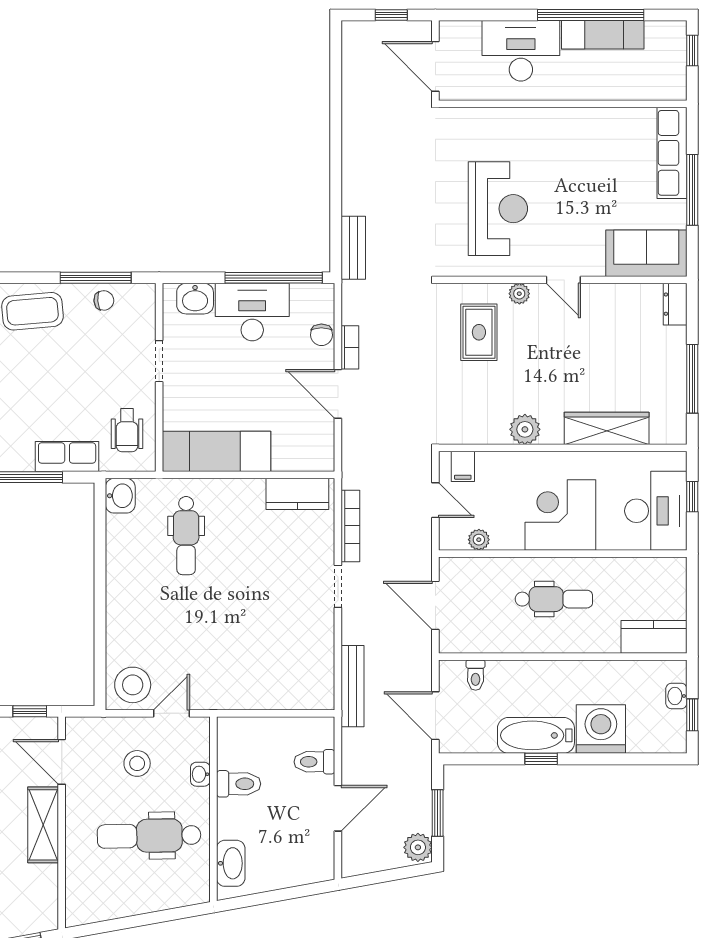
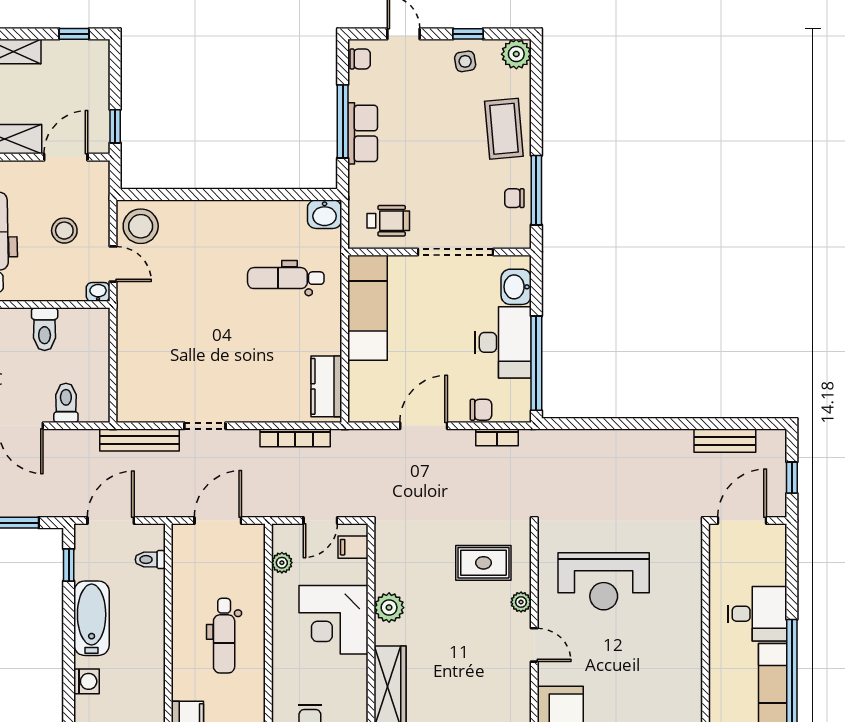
desk: (521, 51) -> (757, 614), width x0.73
bench: (353, 248) -> (725, 441), moved
door: (563, 280) -> (534, 645), swing flipped
chair: (104, 300) -> (514, 198), turned 94
chair: (321, 335) -> (481, 410), turned 180
bookcase: (350, 347) -> (497, 437), moved
doorway: (159, 361) -> (455, 252), width x1.88
wheelchair: (127, 430) -> (388, 221), turned 180
row of seats: (67, 457) -> (363, 133), moved
corner desk: (560, 515) -> (334, 620), moved, turned 180
doorway: (338, 586) -> (205, 426), moved
washing machine: (601, 729) -> (87, 681), width x0.53, depth x0.53
window: (541, 759) -> (69, 565), moved
washbasin: (200, 774) -> (98, 292), moved

